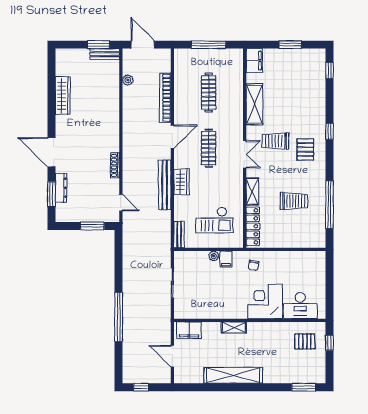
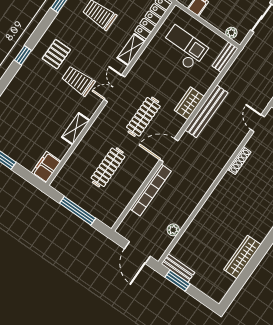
shelving: (254, 104) -> (76, 129), width x0.67, depth x0.75
trolley: (275, 141) -> (78, 81), turned 180
plant: (214, 256) -> (231, 33), moved

